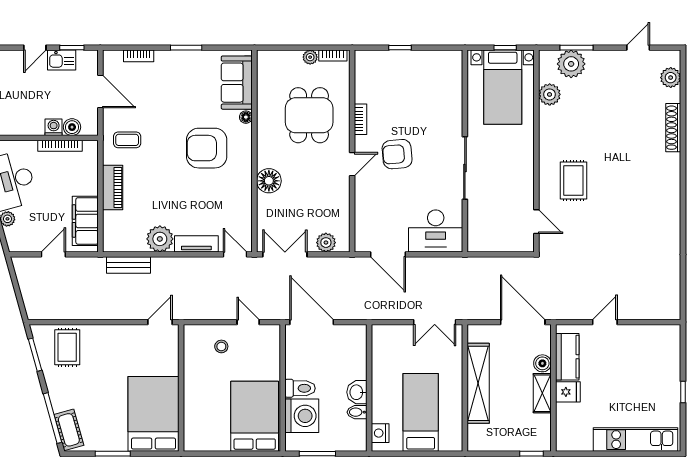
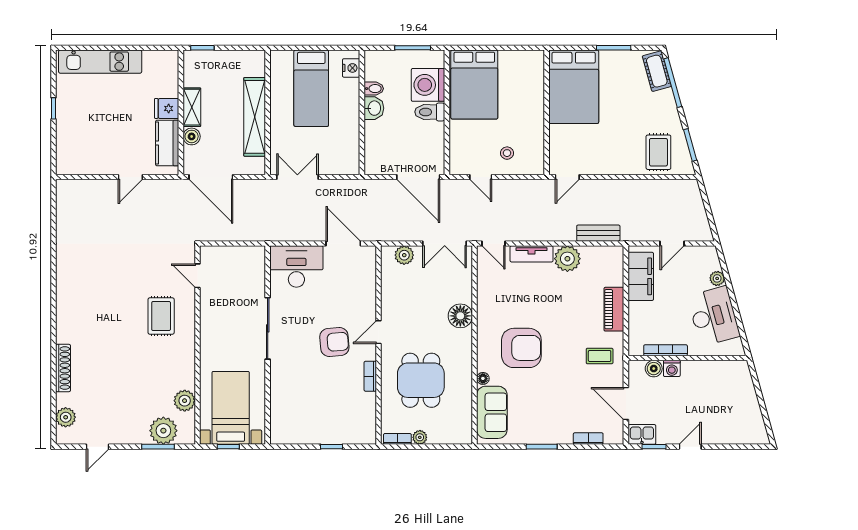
kitchen sink: (62, 60) -> (642, 434), moved

